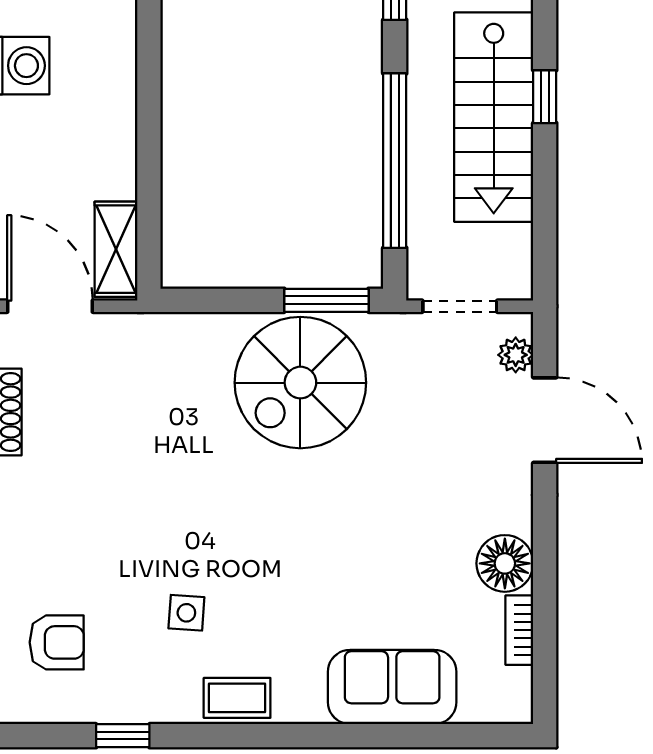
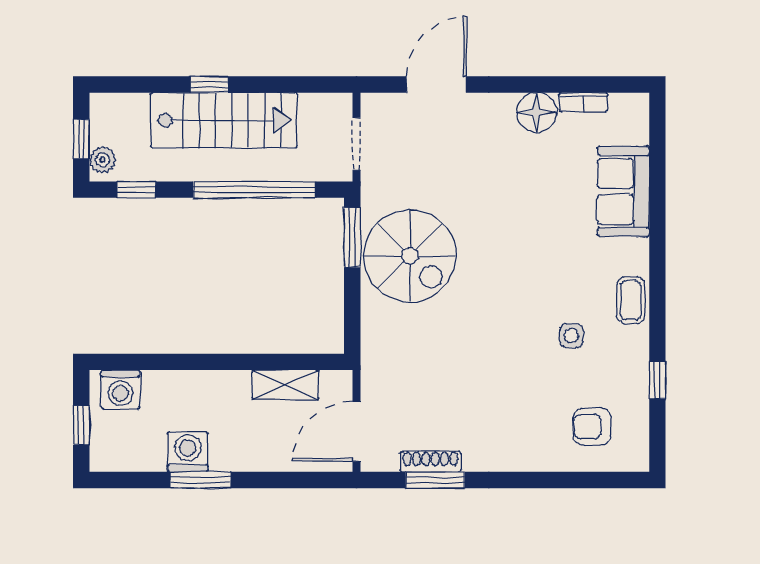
shelving: (116, 249) -> (285, 385), moved
plant: (516, 355) -> (391, 105), removed
armchair: (57, 642) -> (592, 427), turned -90

